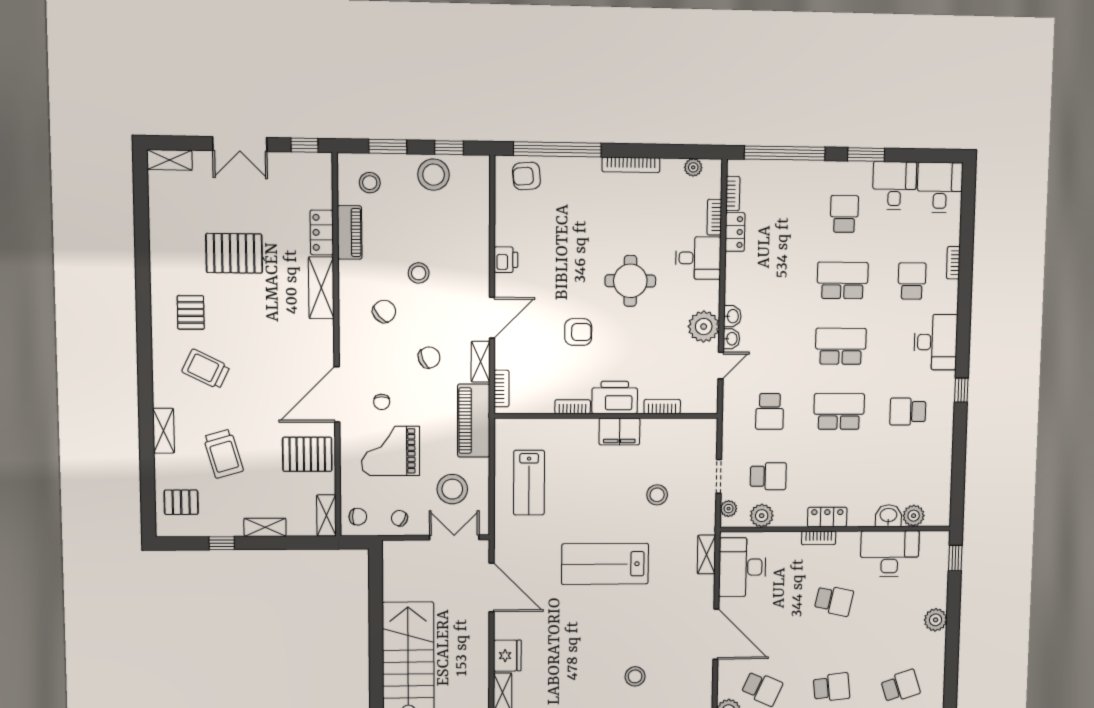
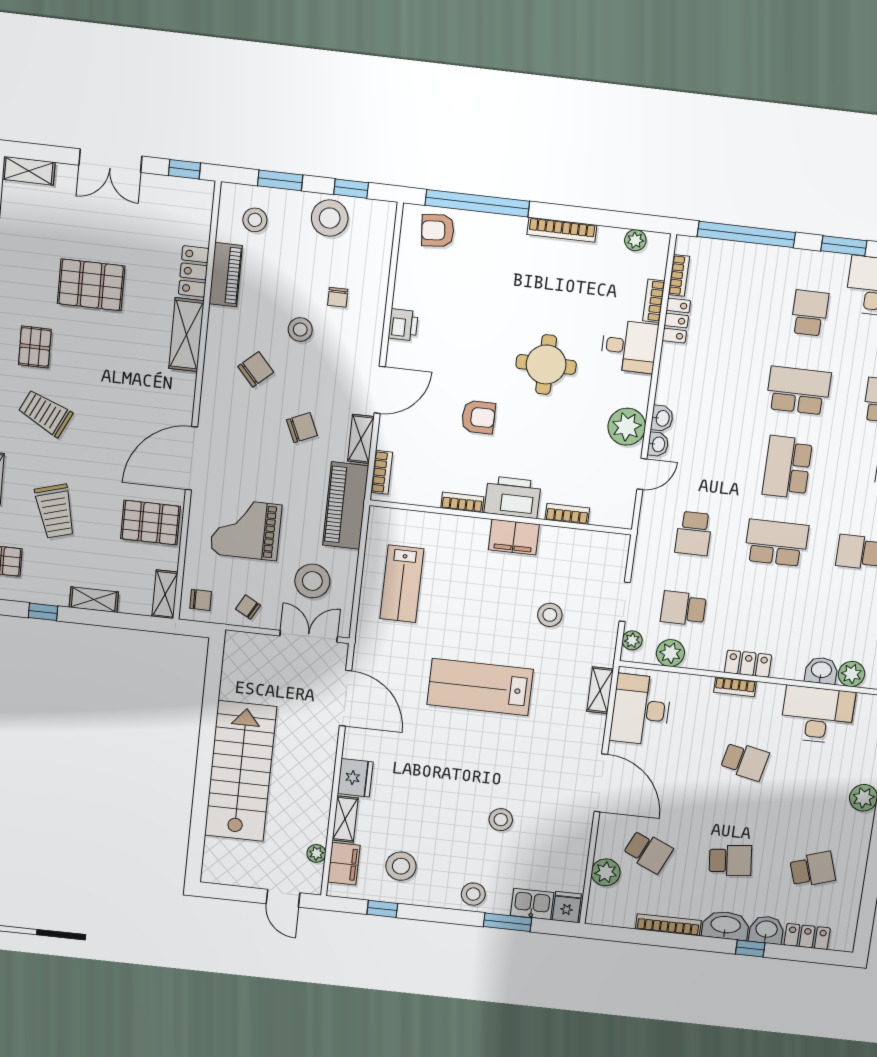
school desk: (841, 346) -> (787, 467), turned -90
chair: (382, 402) -> (338, 297), moved
school desk: (768, 476) -> (683, 608), turned 180

